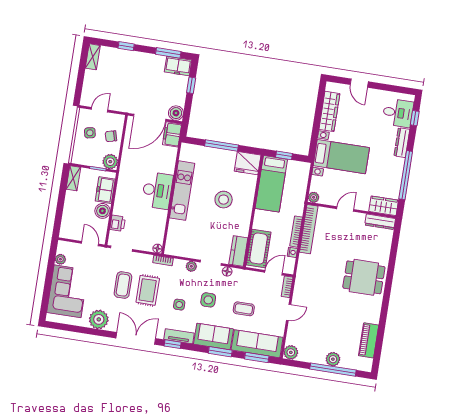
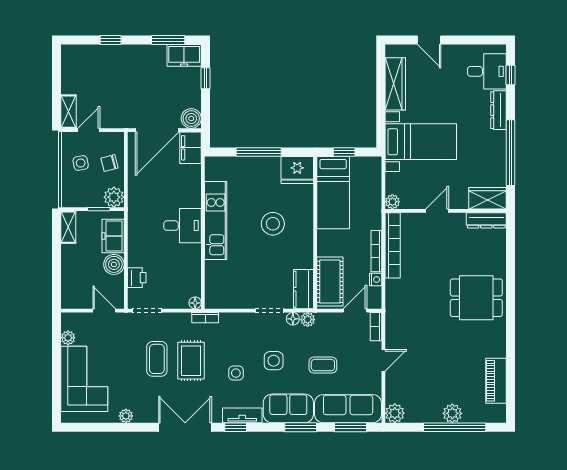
shelving: (93, 57) -> (68, 112), moved
desk: (157, 190) -> (183, 226), width x0.73
plant: (191, 266) -> (308, 320), moved
plant: (99, 319) -> (126, 416), width x0.53, depth x0.53

